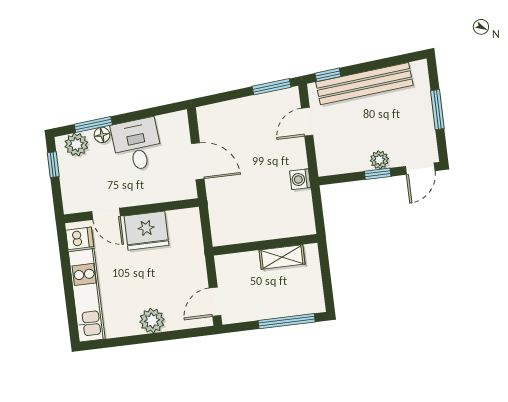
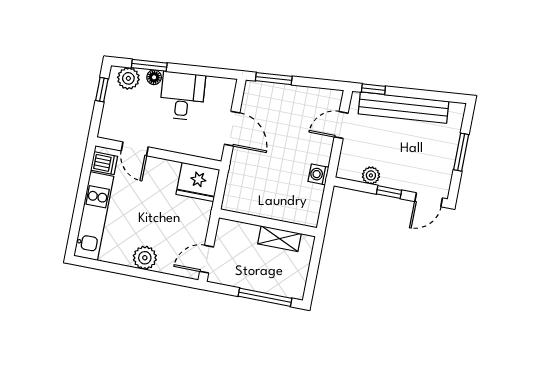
window: (272, 87) -> (274, 79), moved
plant: (379, 160) -> (371, 175), moved
fridge: (146, 231) -> (198, 182), moved

